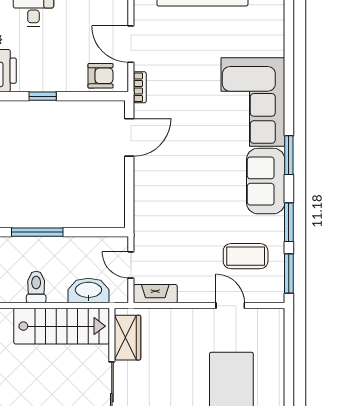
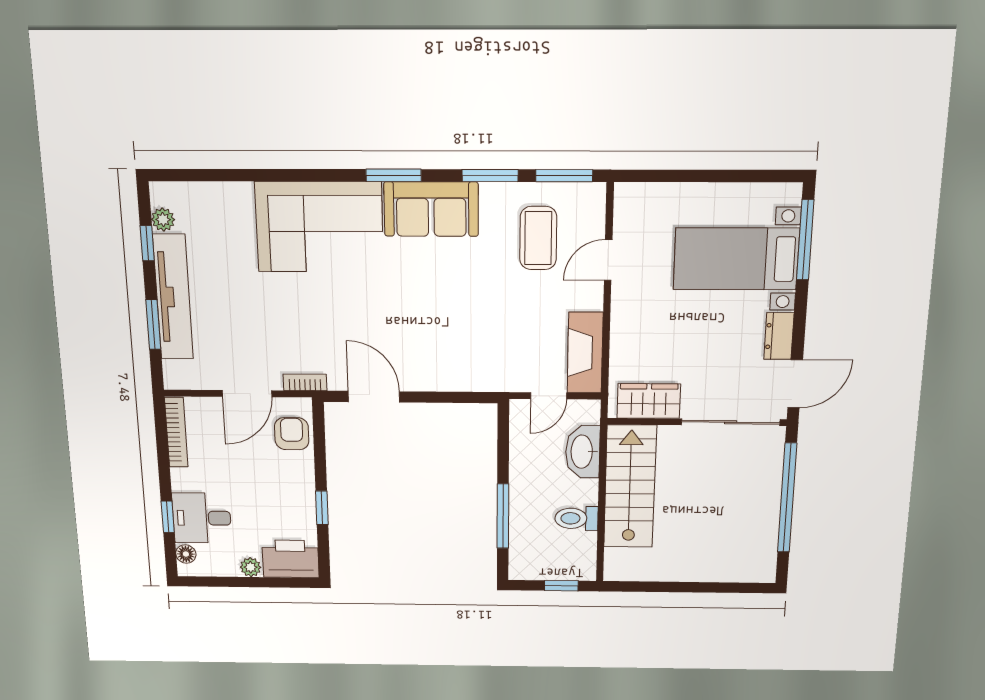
fireplace: (155, 294) -> (585, 353), width x1.37, depth x1.32

